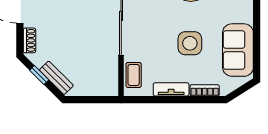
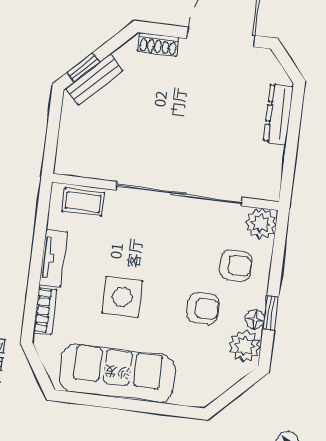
sofa: (238, 50) -> (117, 373), width x1.36
window: (39, 75) -> (83, 67), moved

